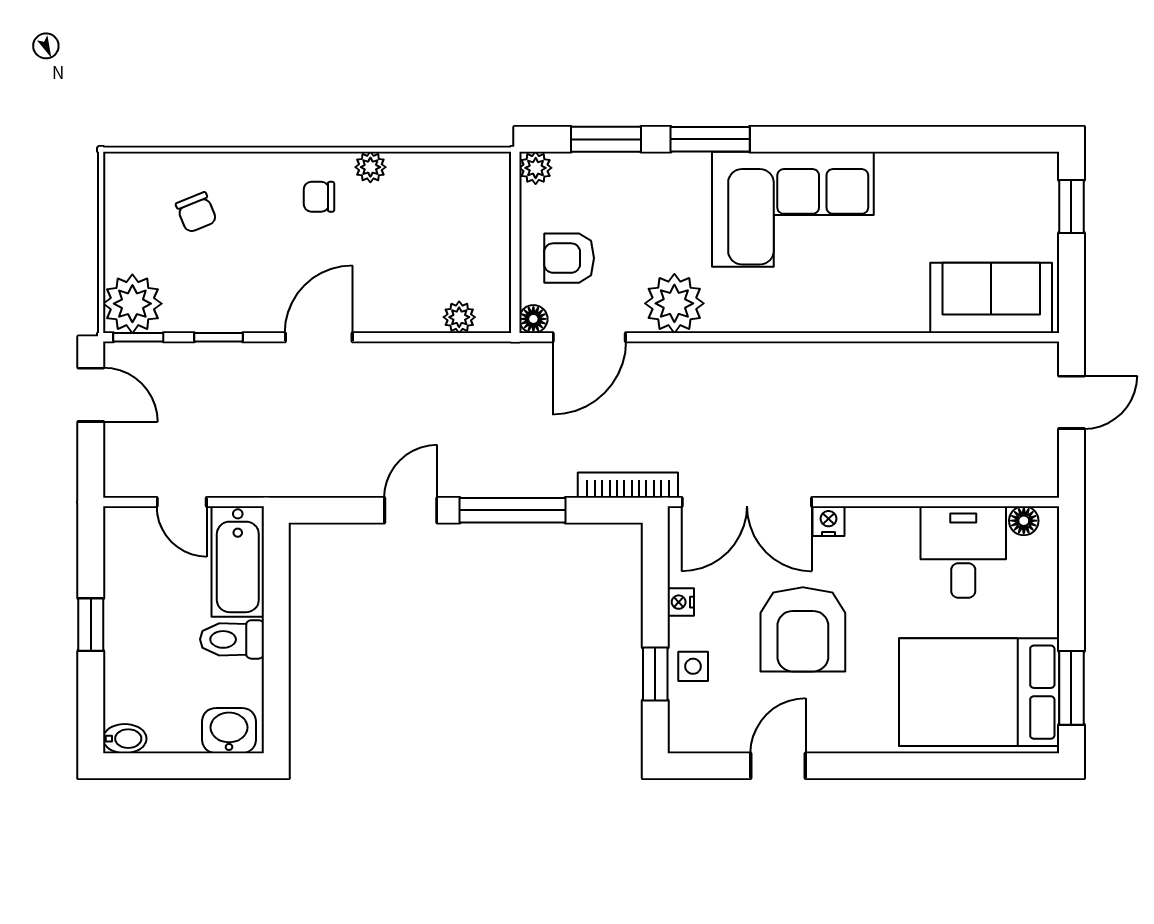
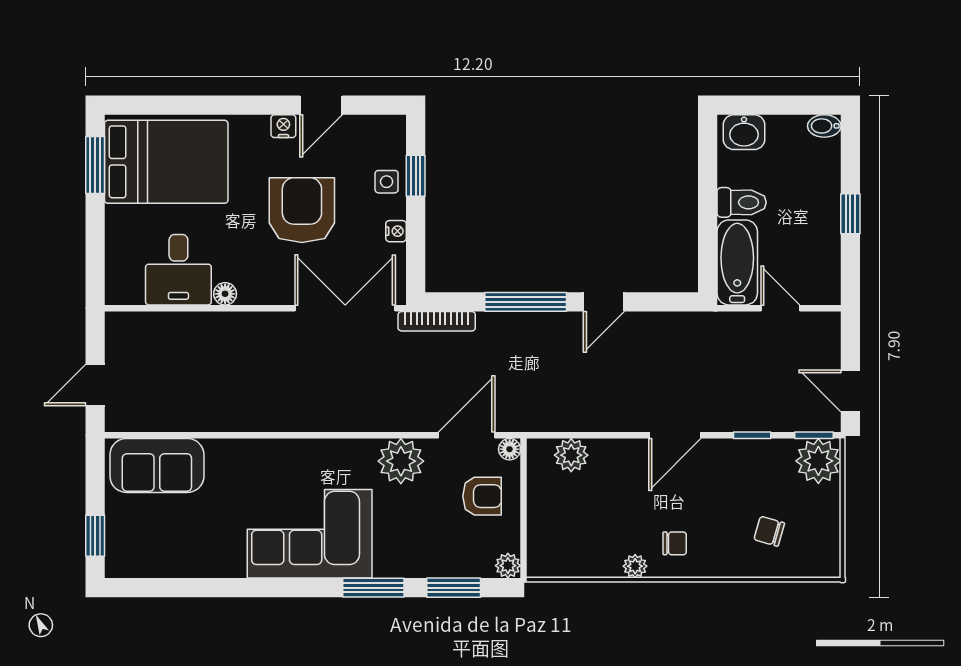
chair: (196, 212) -> (769, 531), turned -52
plant: (459, 317) -> (571, 455), width x1.38, depth x1.38
nightstand: (828, 521) -> (283, 126), moved, turned 180
floor lamp: (1024, 521) -> (225, 294), moved

